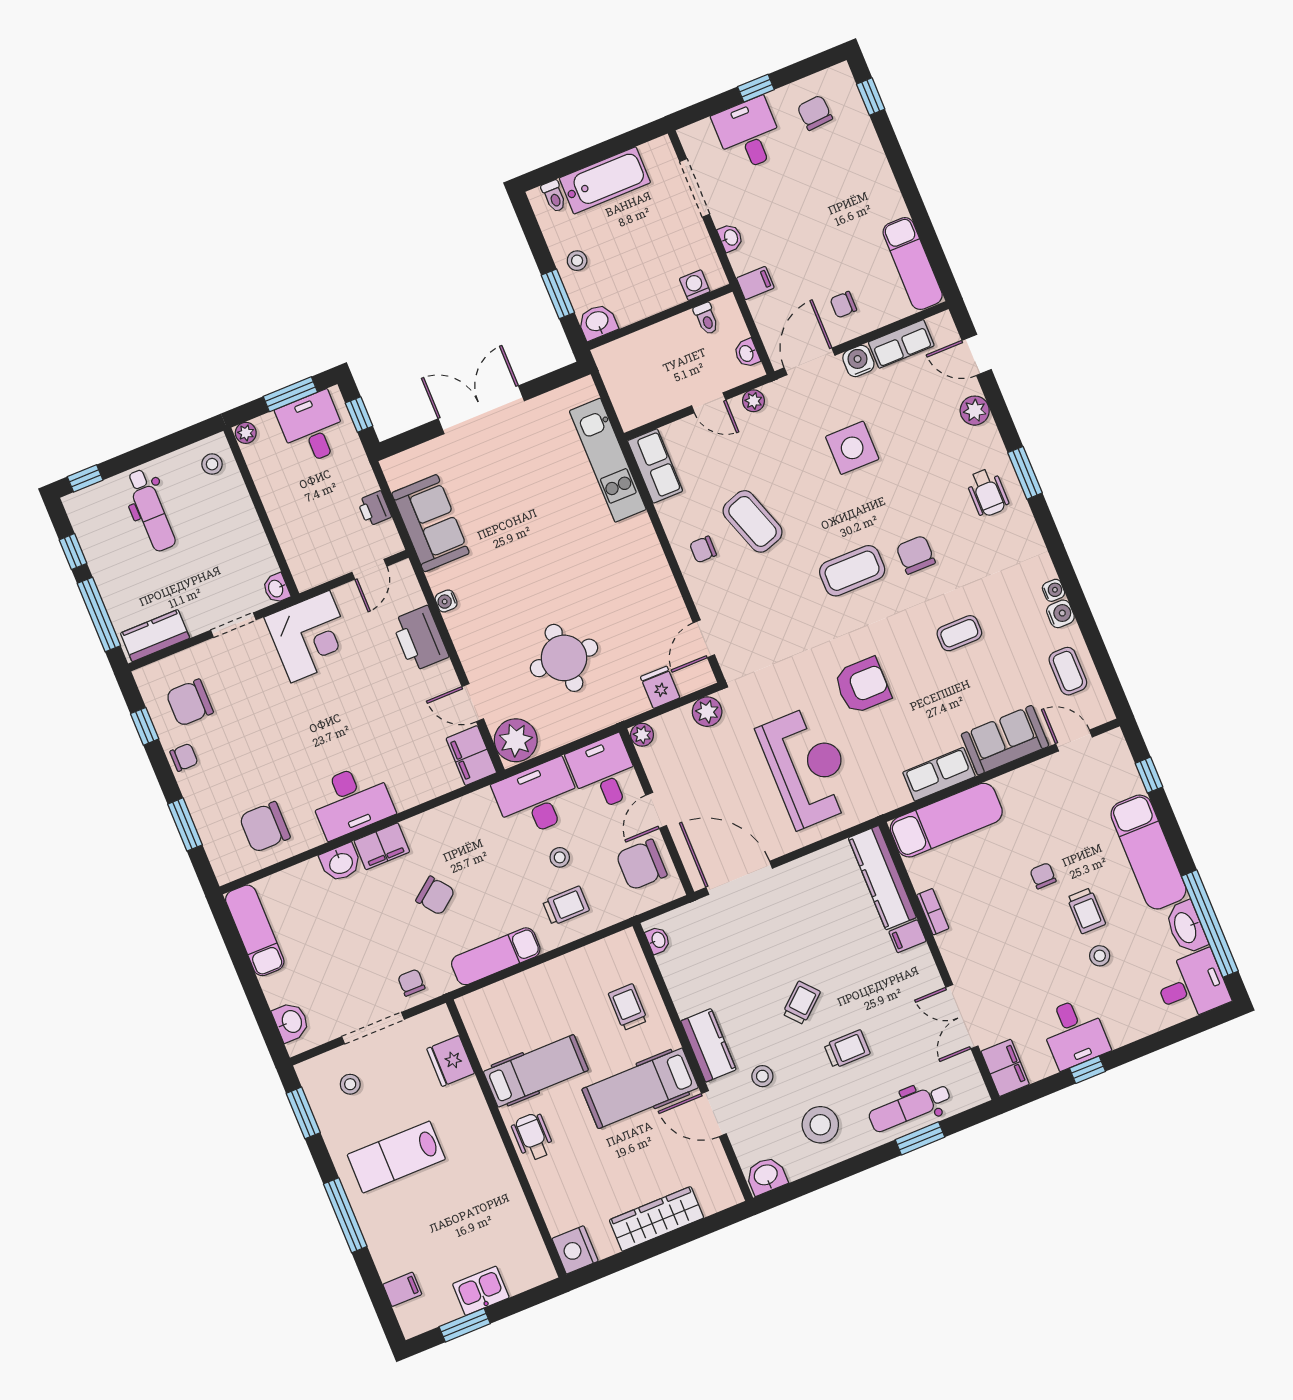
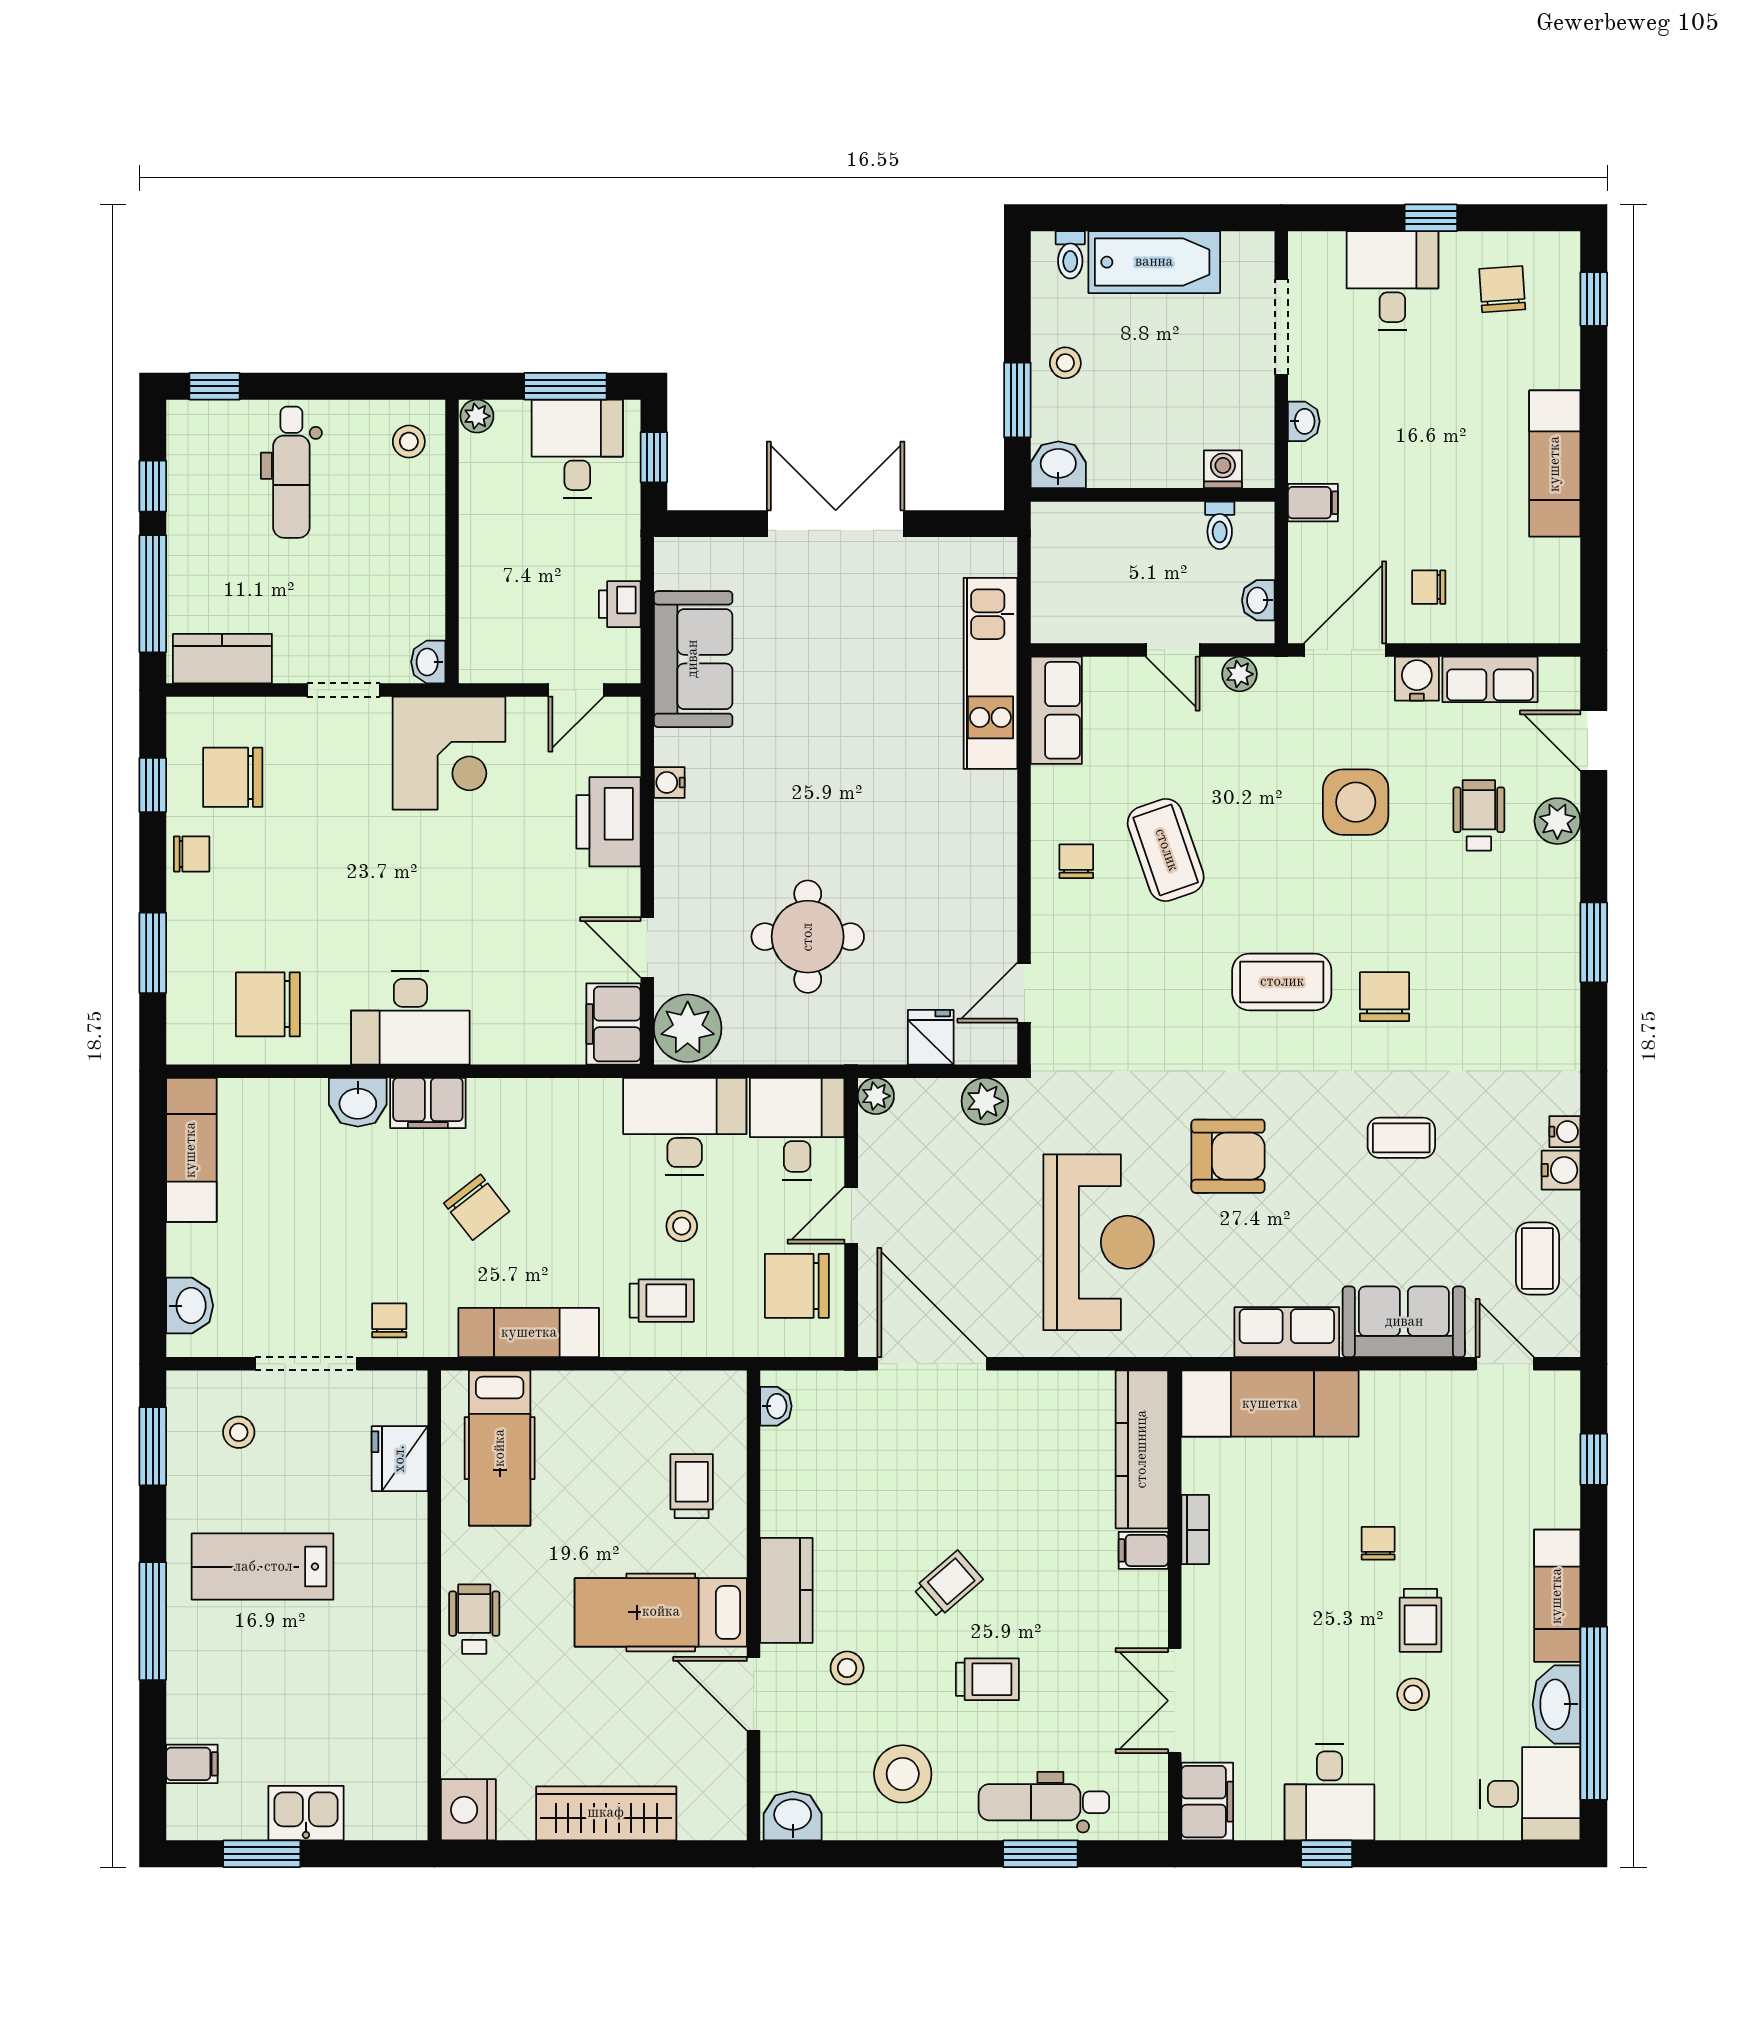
exam couch: (913, 264) -> (1555, 464), moved
wheelchair: (987, 492) -> (1479, 815), moved, turned 180
chair: (703, 549) -> (1076, 861), turned 90
exam couch: (1148, 852) -> (1557, 1596), width x0.73, depth x0.69
hospital bed: (536, 1071) -> (500, 1448), moved, turned 90

